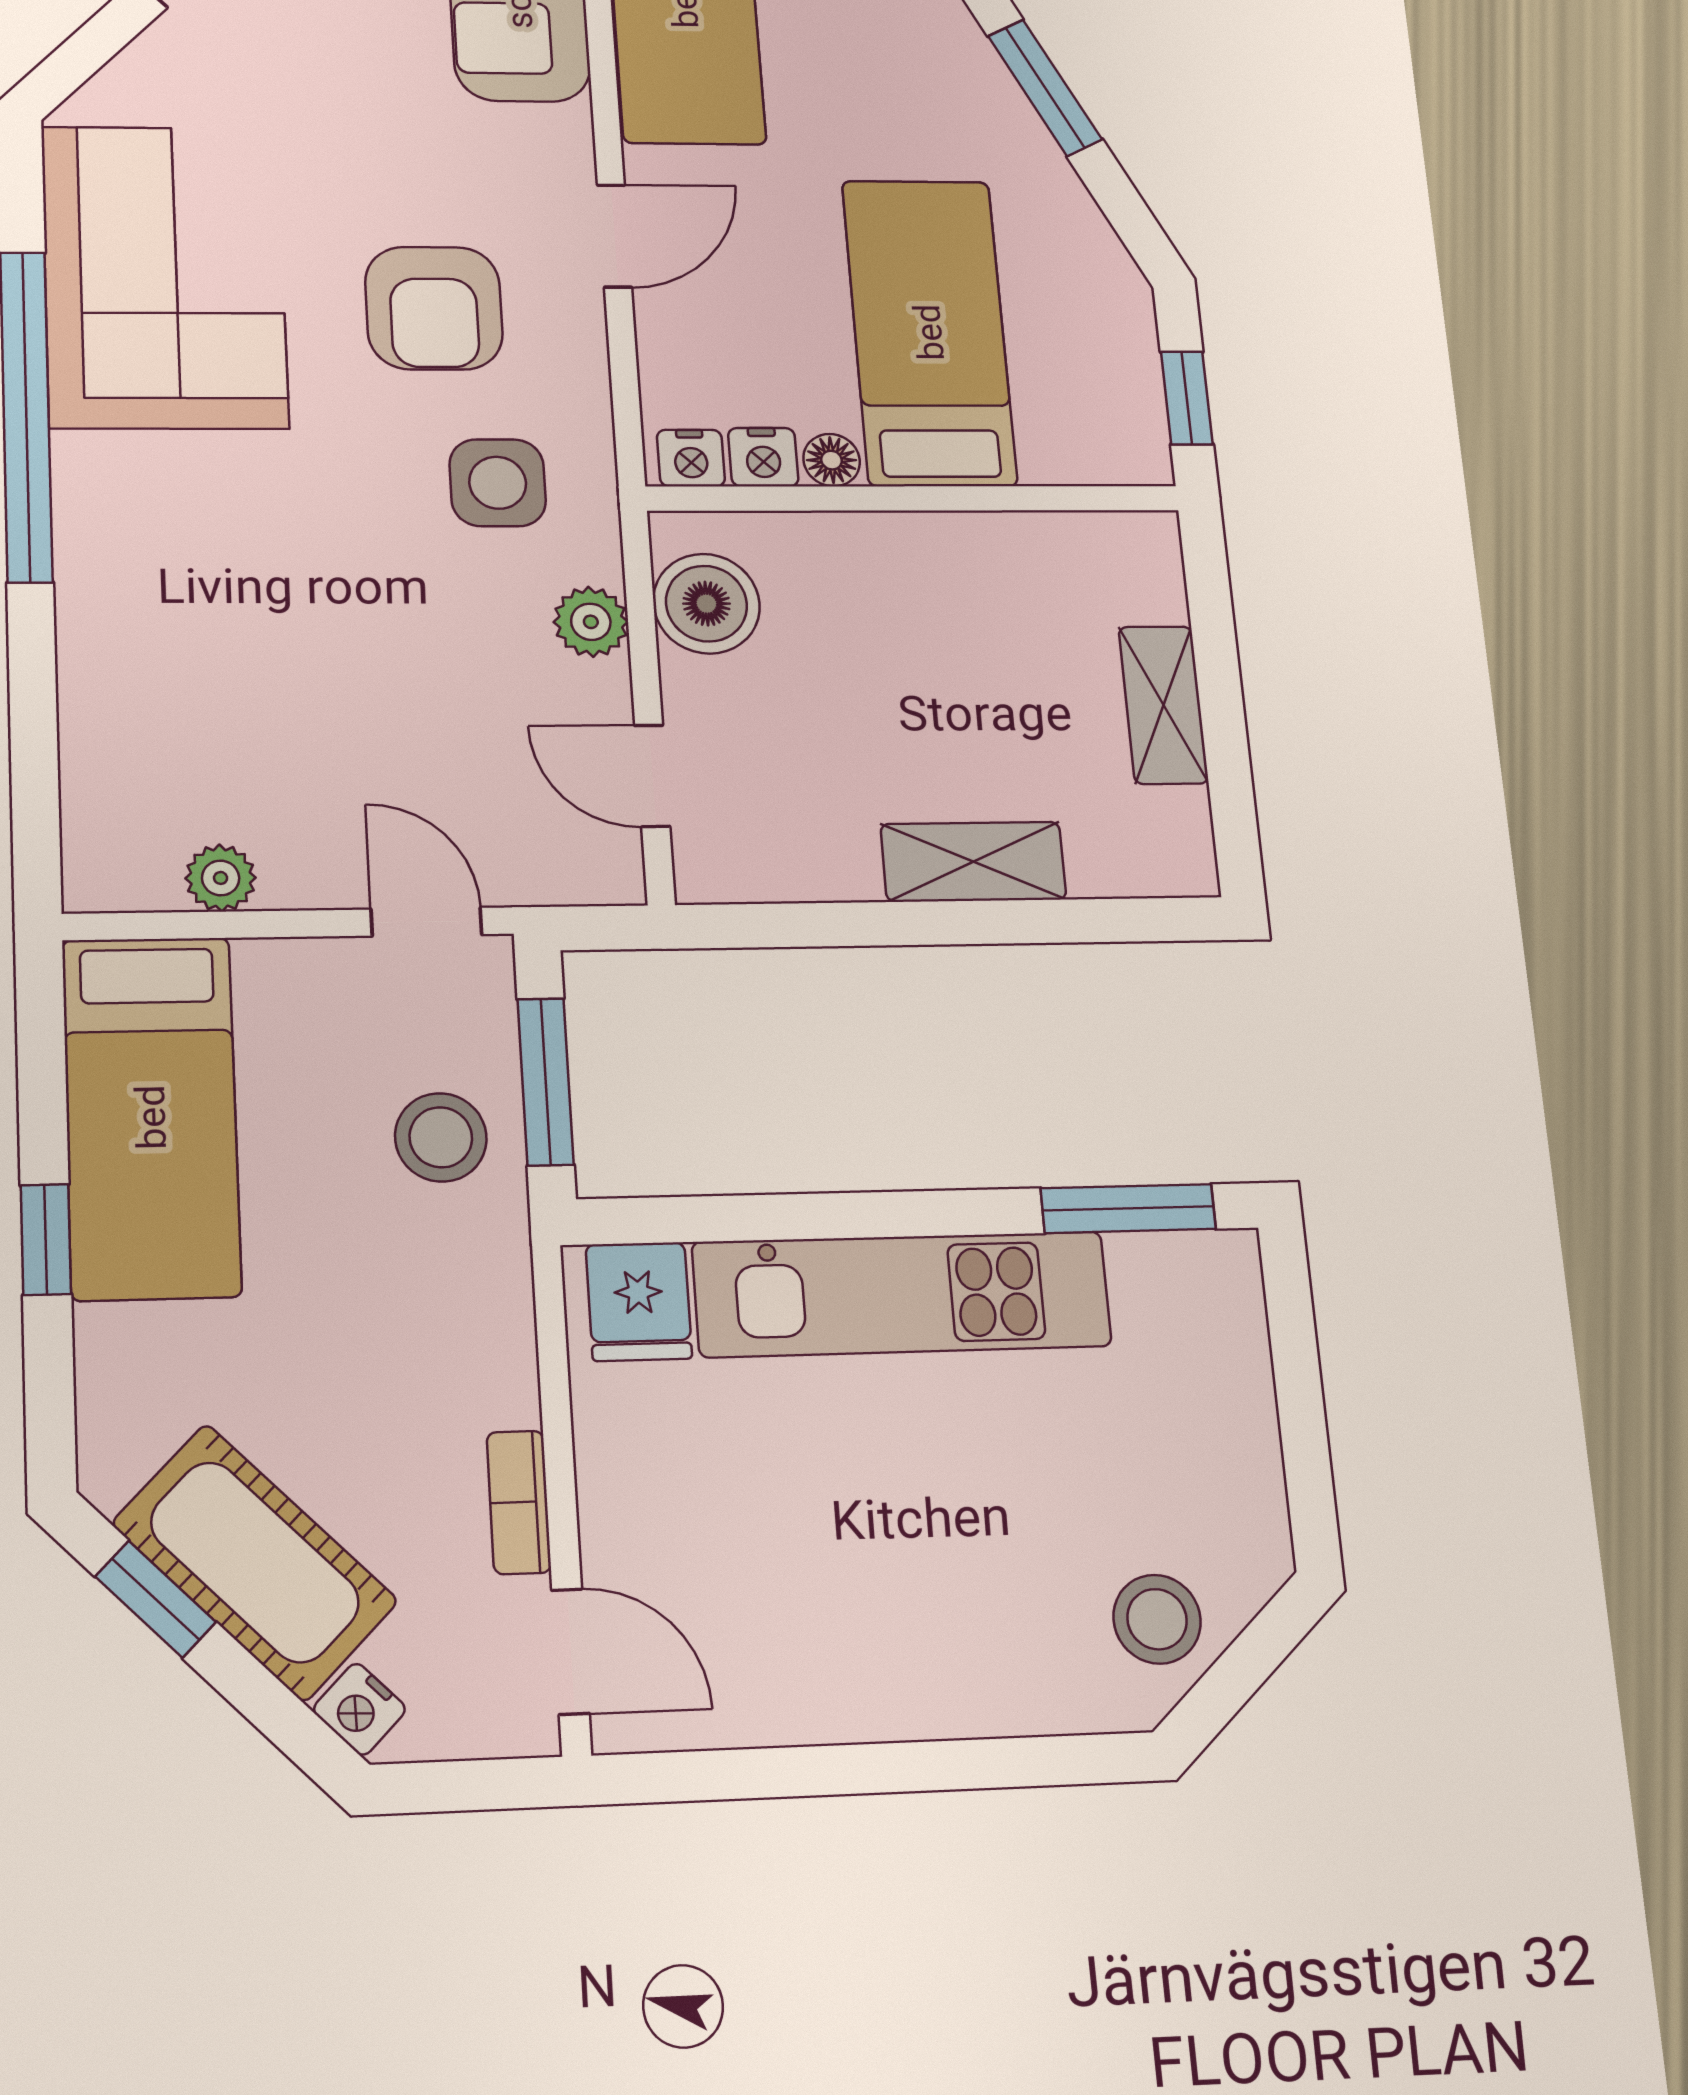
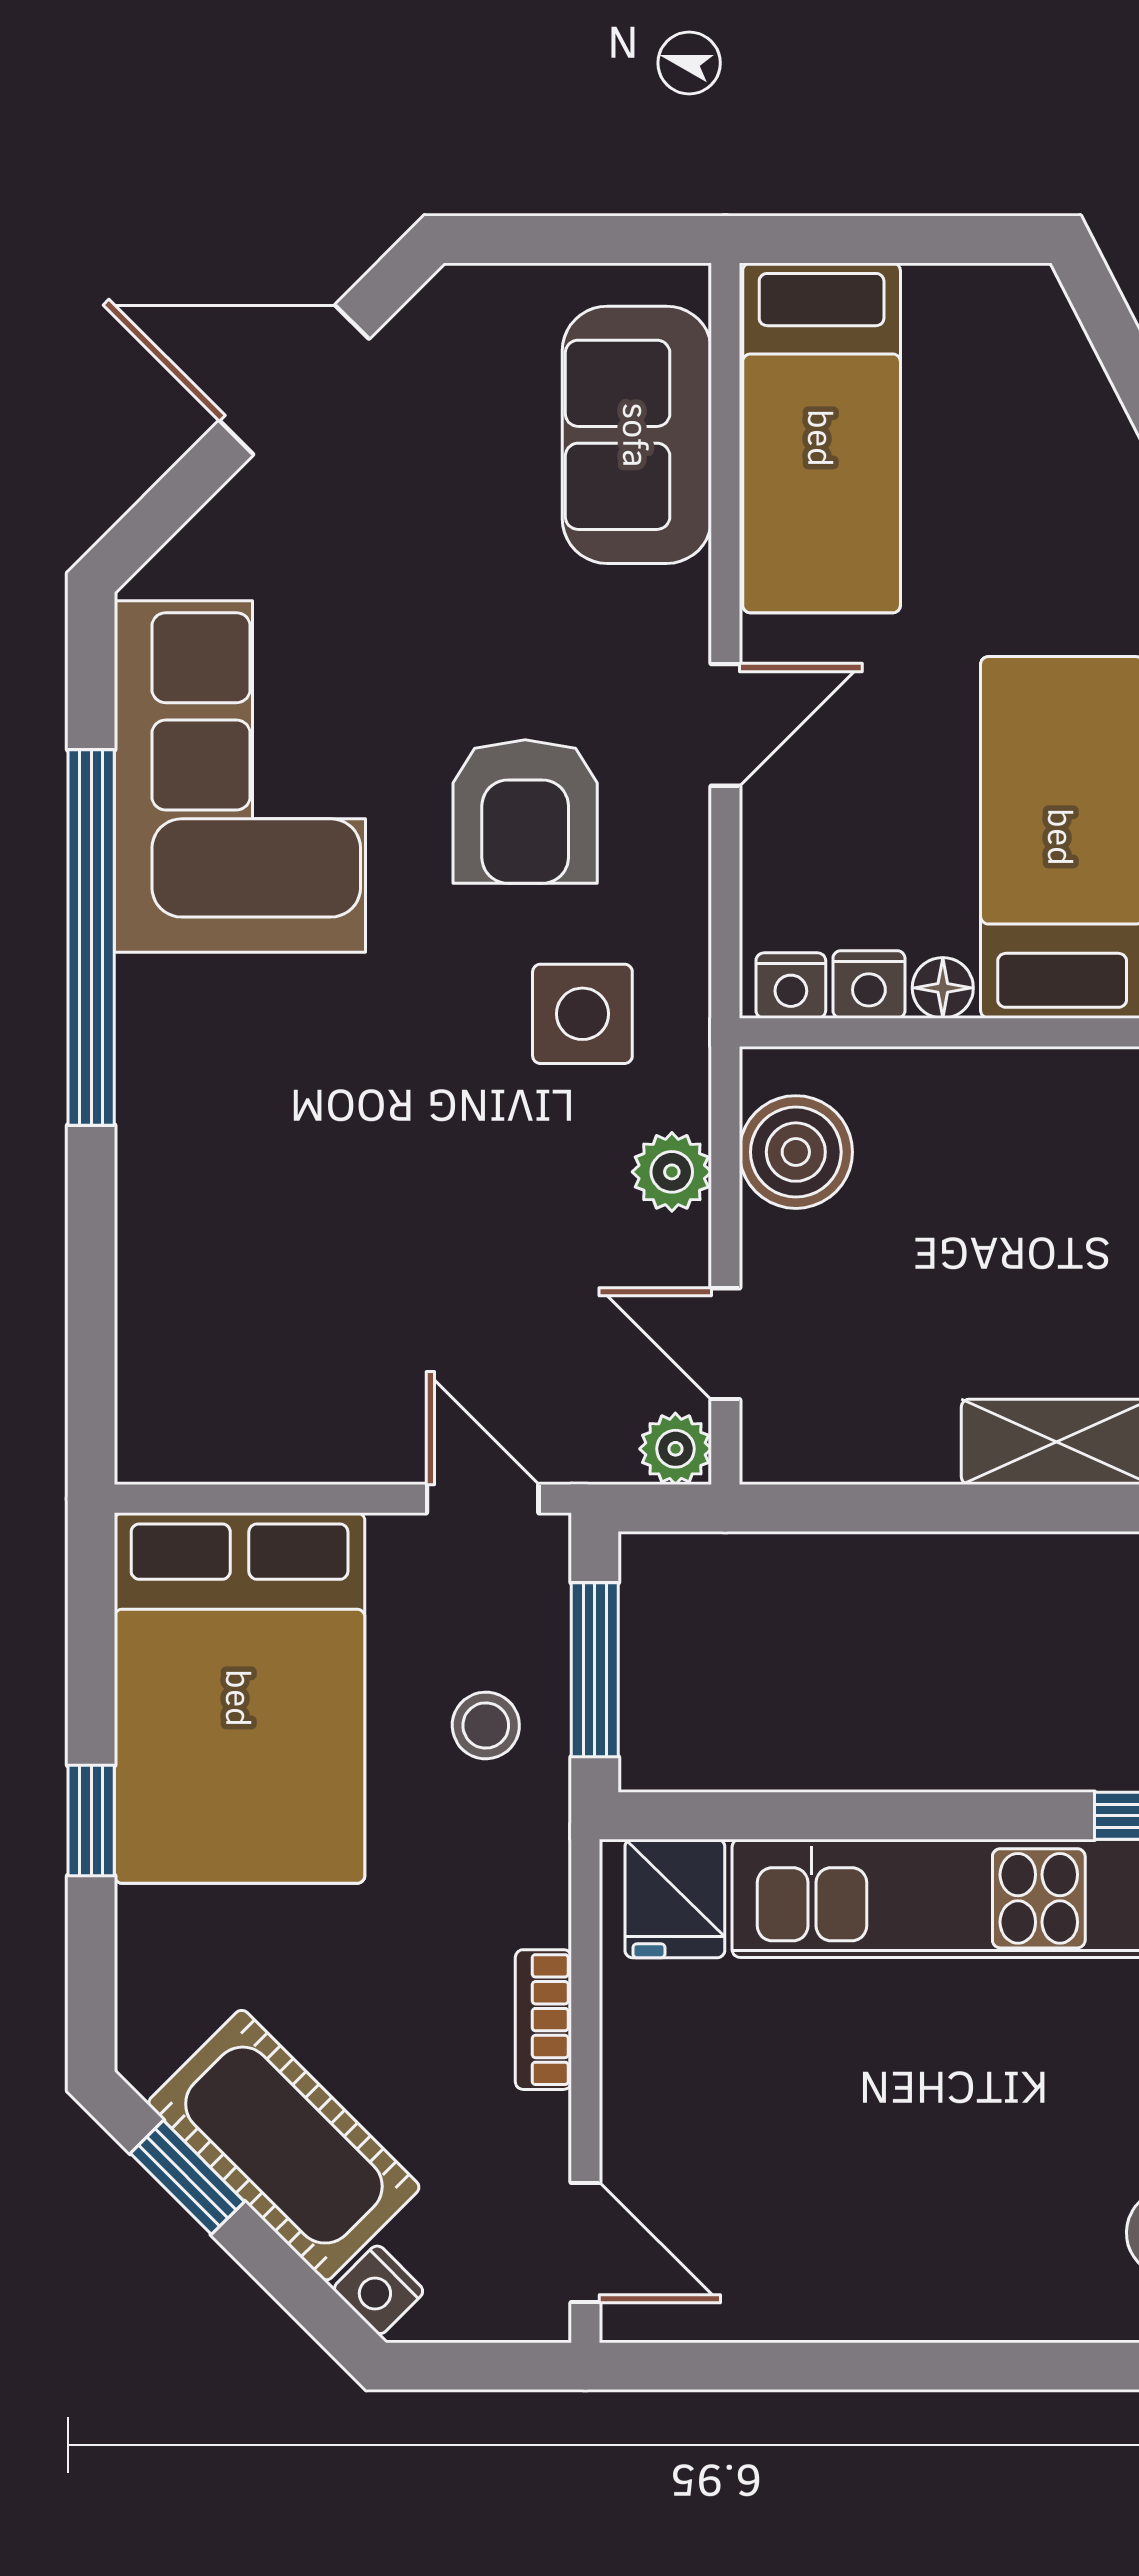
plant: (221, 878) -> (675, 1449), moved
bed: (151, 1117) -> (240, 1698), width x1.50
stool: (441, 1137) -> (486, 1725), width x0.73, depth x0.73
bookcase: (519, 1502) -> (543, 2020), moved

